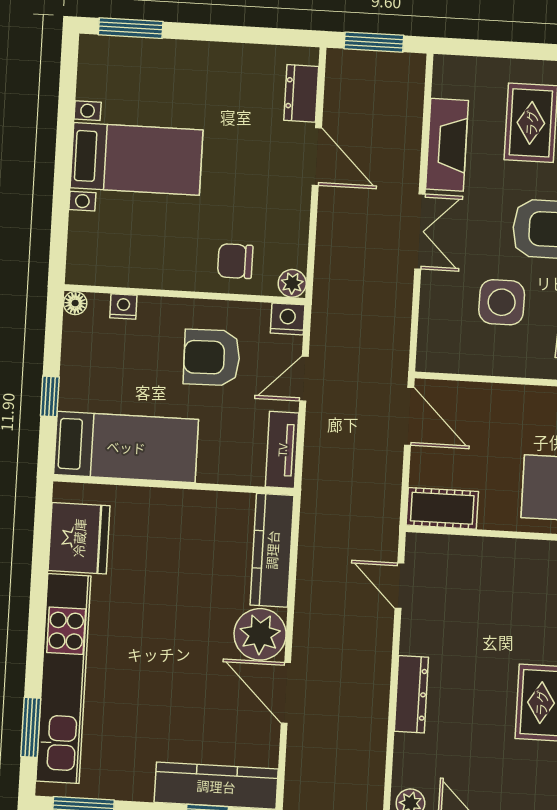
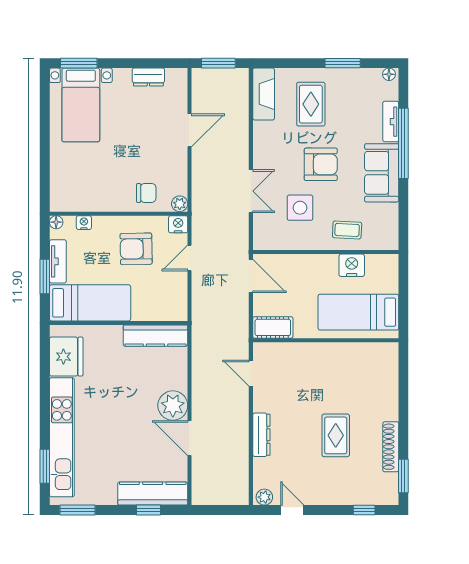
dresser: (301, 93) -> (148, 77), moved, turned -90
fireplace: (447, 145) -> (264, 94), moved
door: (317, 156) -> (190, 130), hinge flipped
bed with nightstands: (137, 159) -> (81, 105), moved, turned 90
double door: (420, 231) -> (251, 191), moved
chair: (235, 261) -> (146, 193), turned 180
window: (50, 396) -> (45, 276), width x1.50
tv unit: (282, 450) -> (58, 261), moved, turned 180
kitchen counter: (272, 550) -> (155, 336), moved, turned -90

